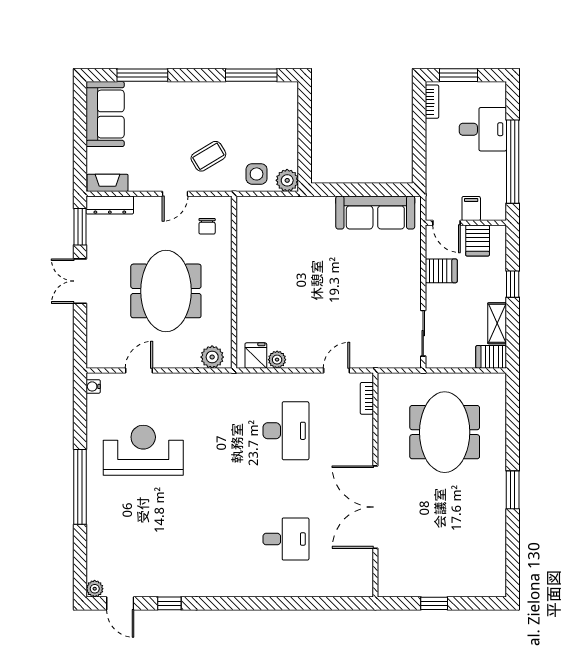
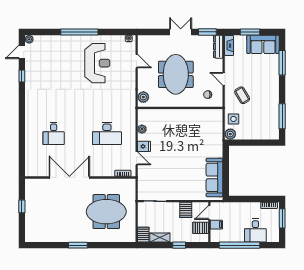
window: (80, 140) -> (250, 32), added
meeting table: (166, 291) -> (176, 74), turned 90
fridge: (256, 356) -> (144, 146), moved

